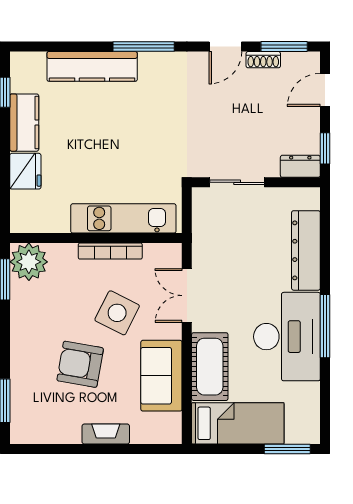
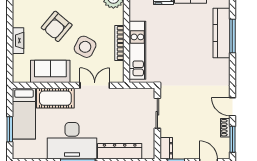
window: (144, 47) -> (232, 36), moved
armchair: (80, 364) -> (57, 26), turned -150
window: (287, 449) -> (10, 129), moved

